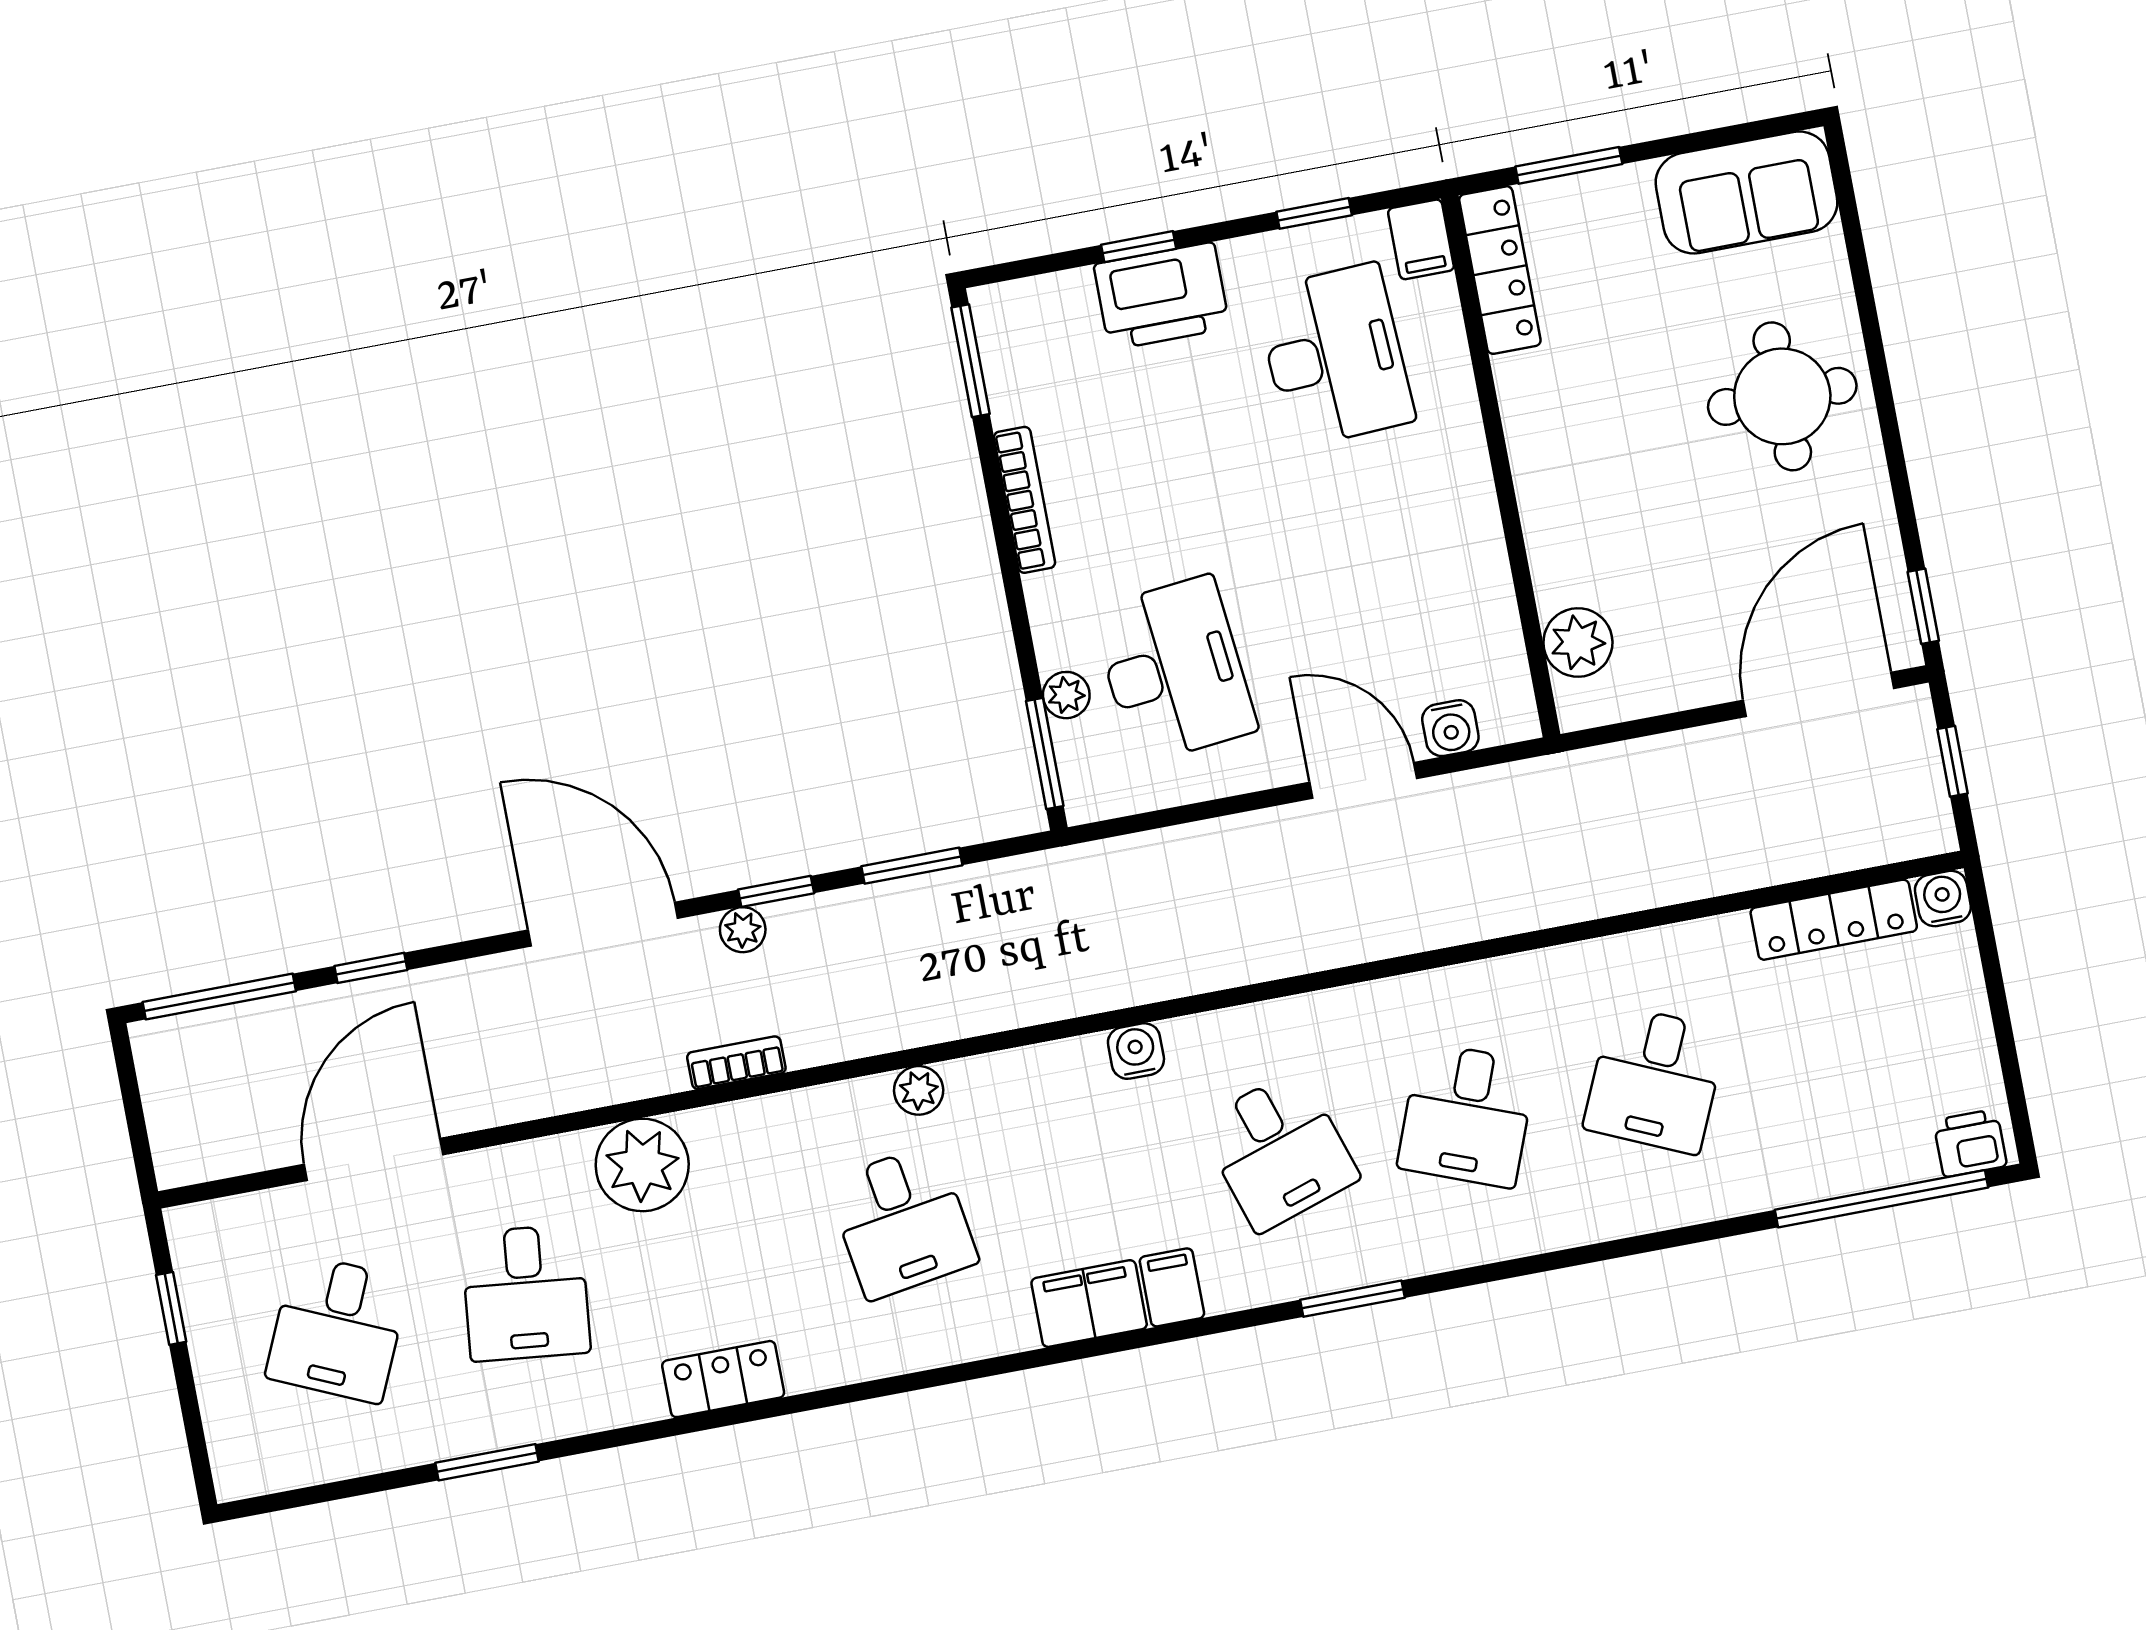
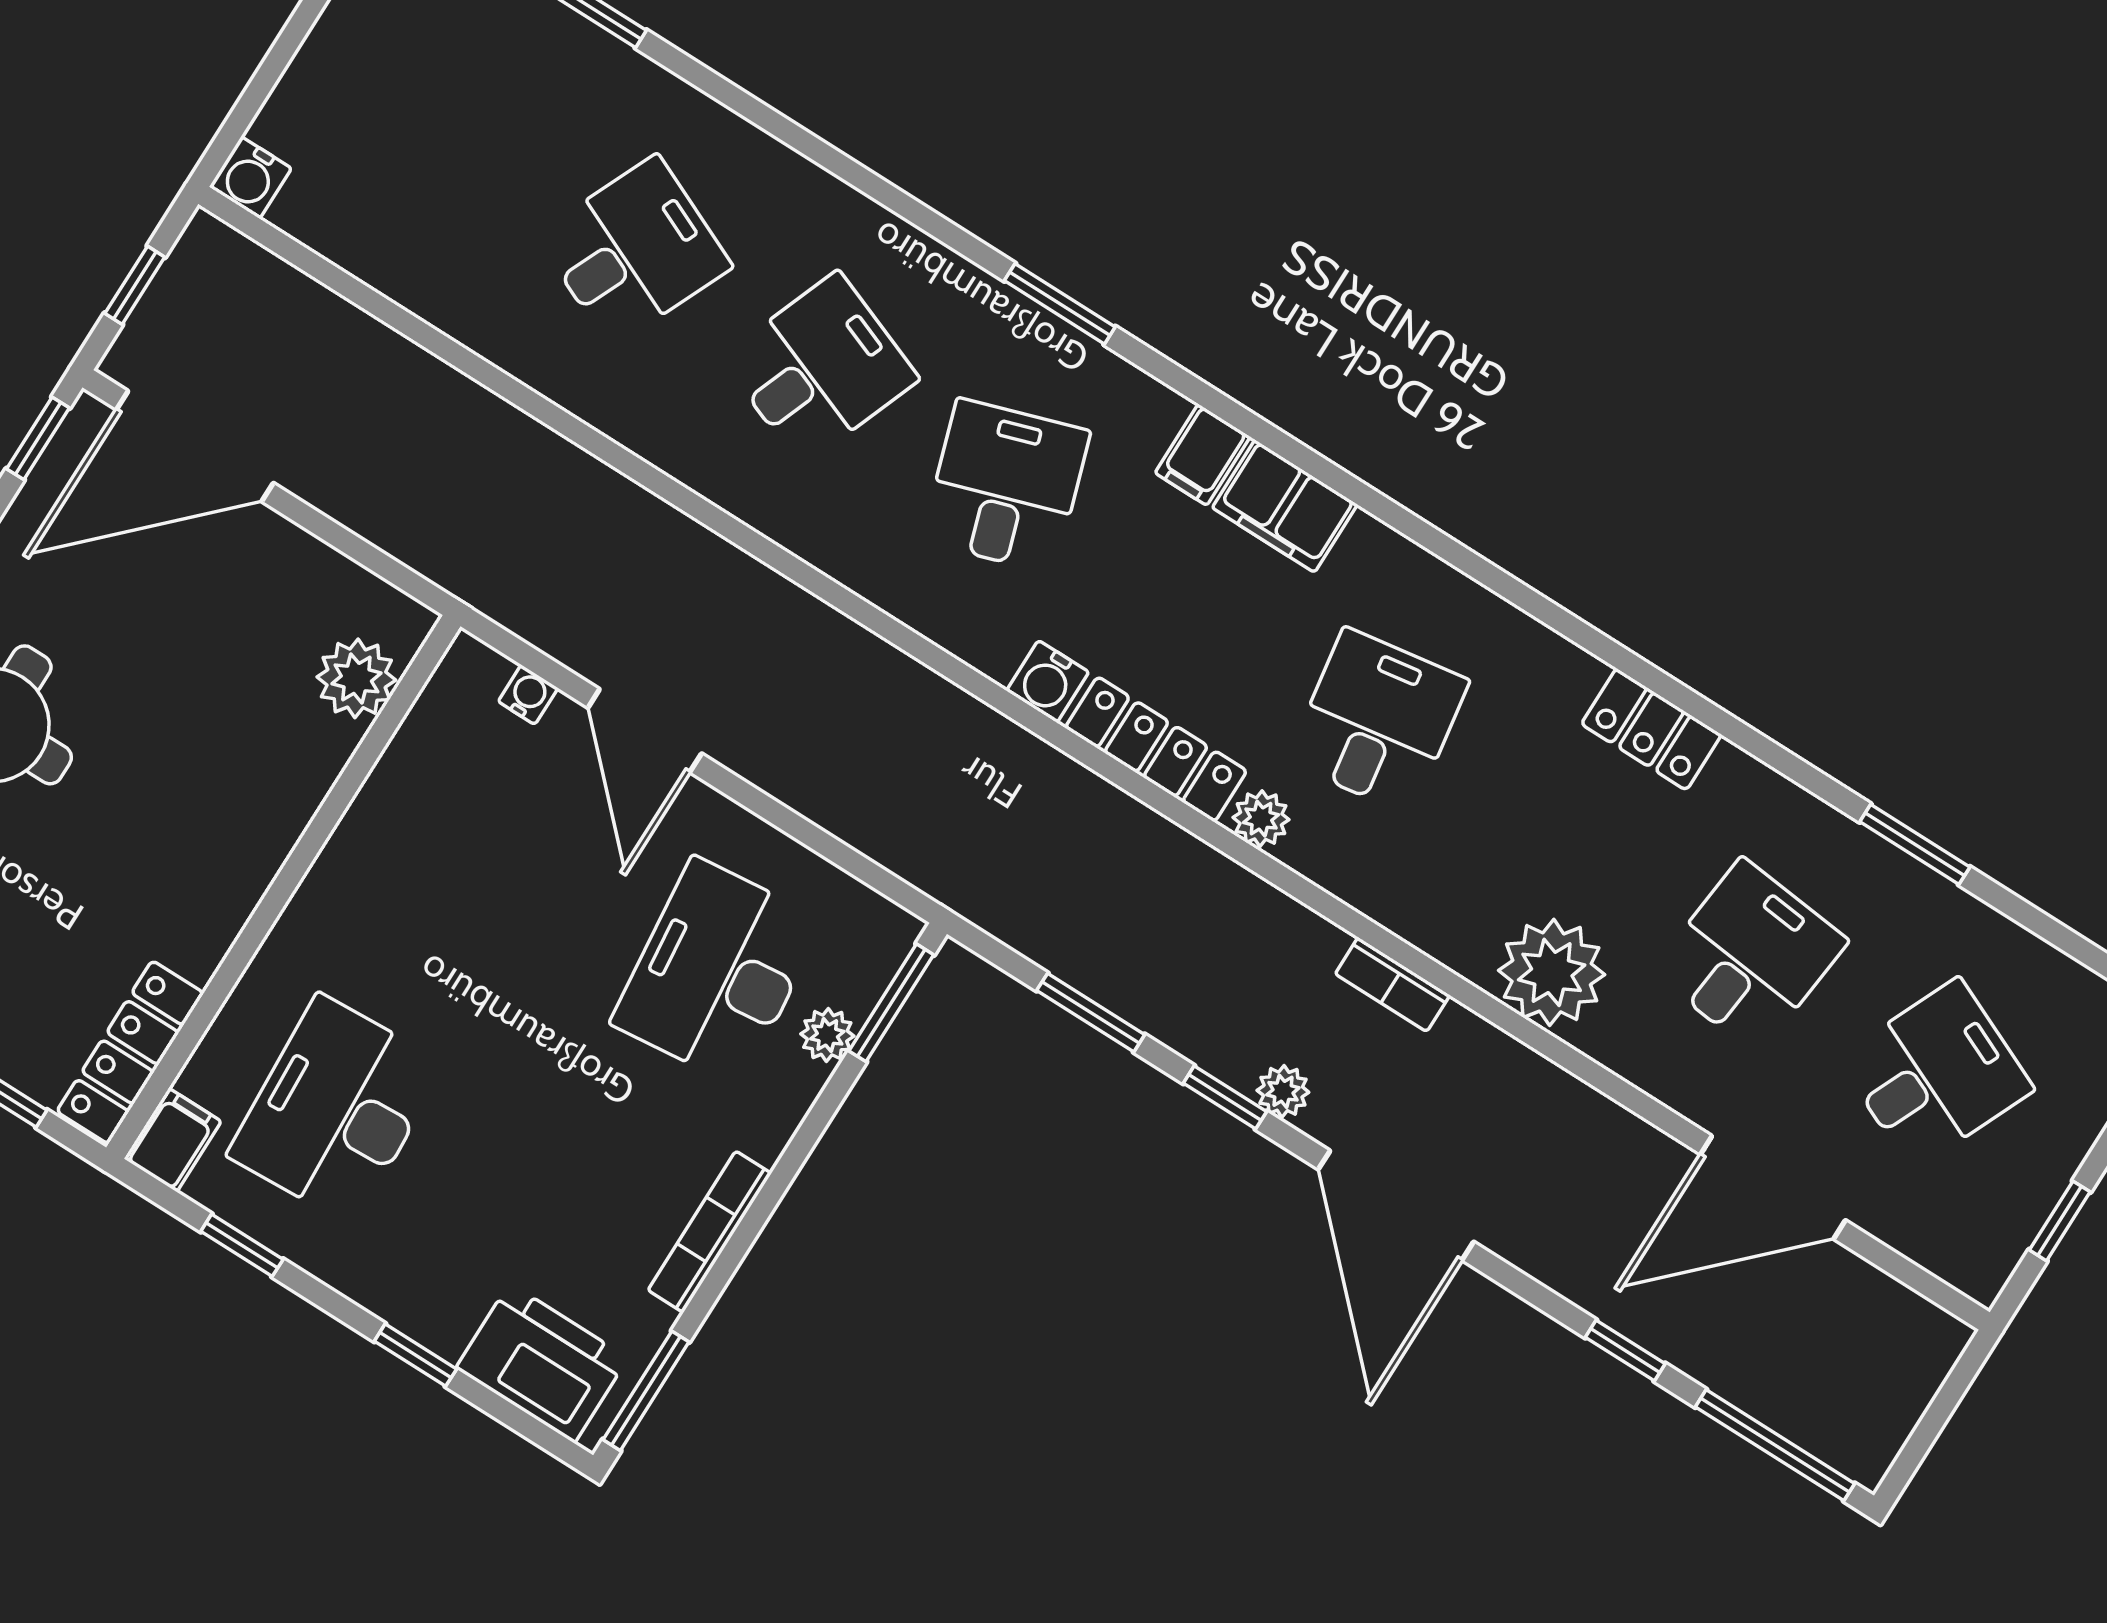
printer: (1162, 296) -> (542, 1363), moved
water cooler: (1450, 728) -> (528, 695), width x0.72, depth x0.72
locker: (1834, 920) -> (1156, 749), moved

